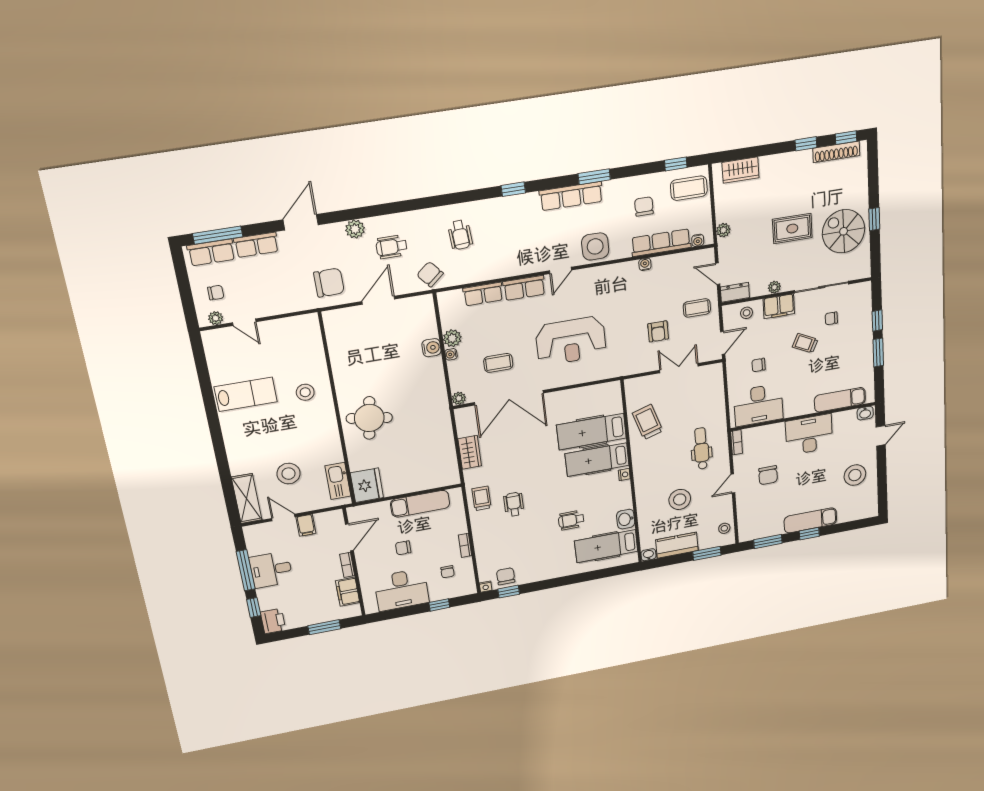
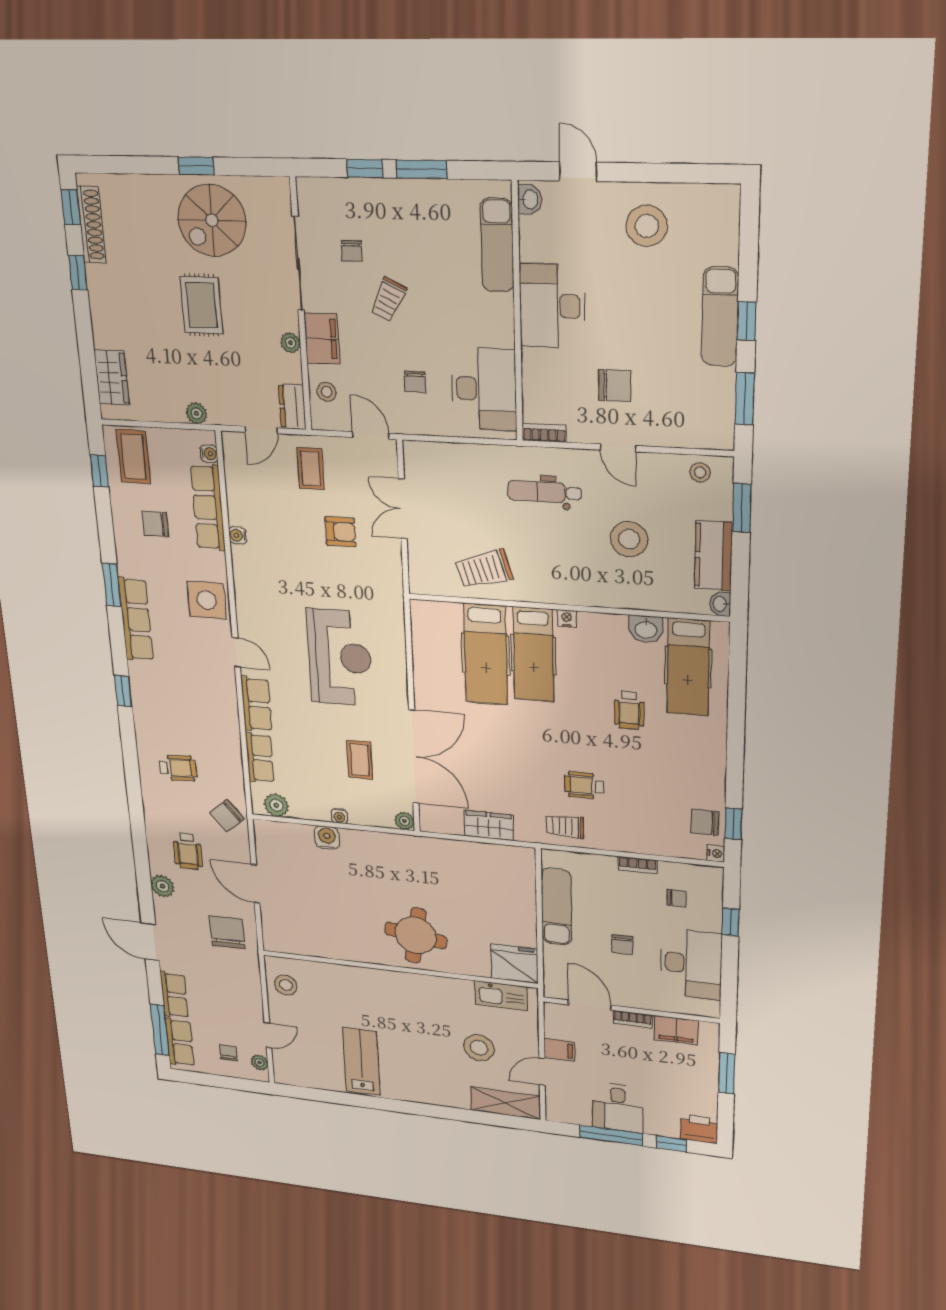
plant: (452, 338) -> (276, 805), moved
stool: (305, 392) -> (286, 985), moved

